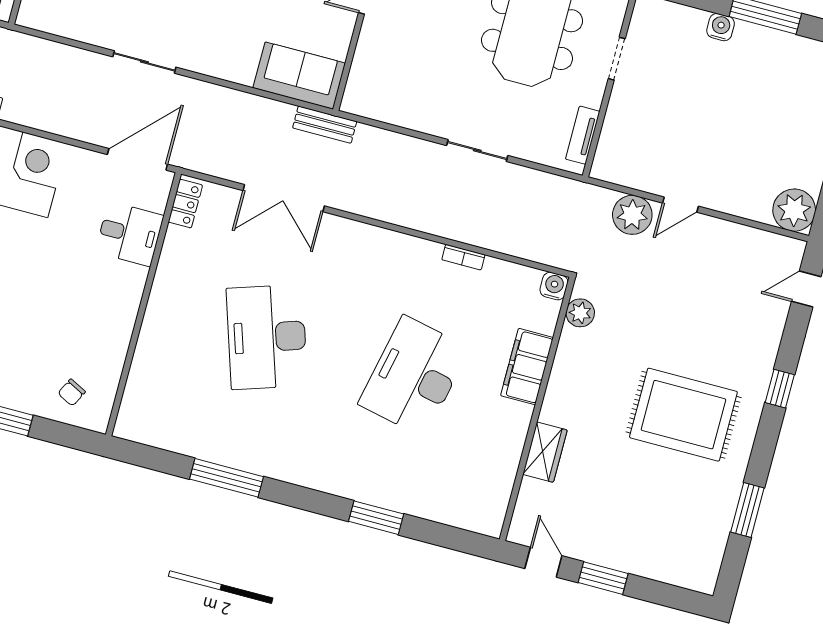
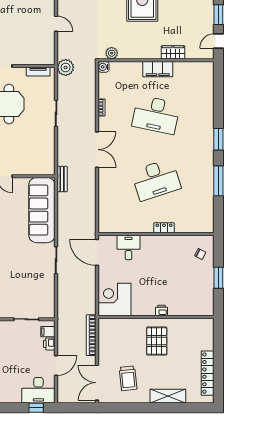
sofa: (299, 76) -> (42, 210), width x1.85, depth x1.27
double door: (284, 198) -> (97, 150), moved
locker: (185, 204) -> (164, 228), moved
plant: (632, 215) -> (66, 67), moved
filing cabinet: (527, 367) -> (158, 69), moved
window: (376, 518) -> (218, 139), moved

